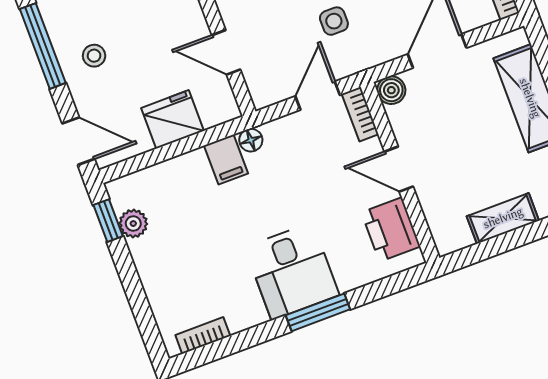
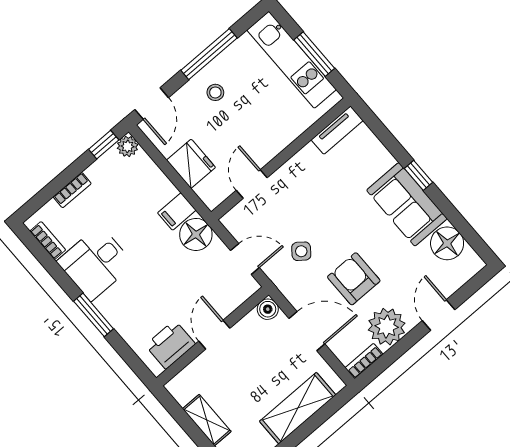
side table: (334, 21) -> (301, 251), turned 37
bookcase: (360, 114) -> (72, 190), moved, turned 180
floor lamp: (251, 140) -> (196, 234), width x1.89, depth x1.89
plant: (133, 224) -> (128, 146), moved
desk: (292, 271) -> (95, 263), moved

